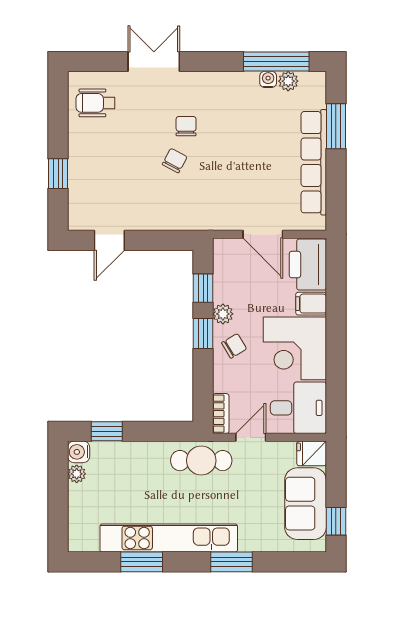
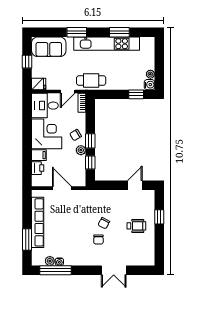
wheelchair: (96, 103) -> (136, 226), moved
printer: (308, 265) -> (38, 168), width x0.53, depth x0.68
sofa: (306, 504) -> (49, 47), moved, turned 90
window: (336, 521) -> (27, 62), moved

